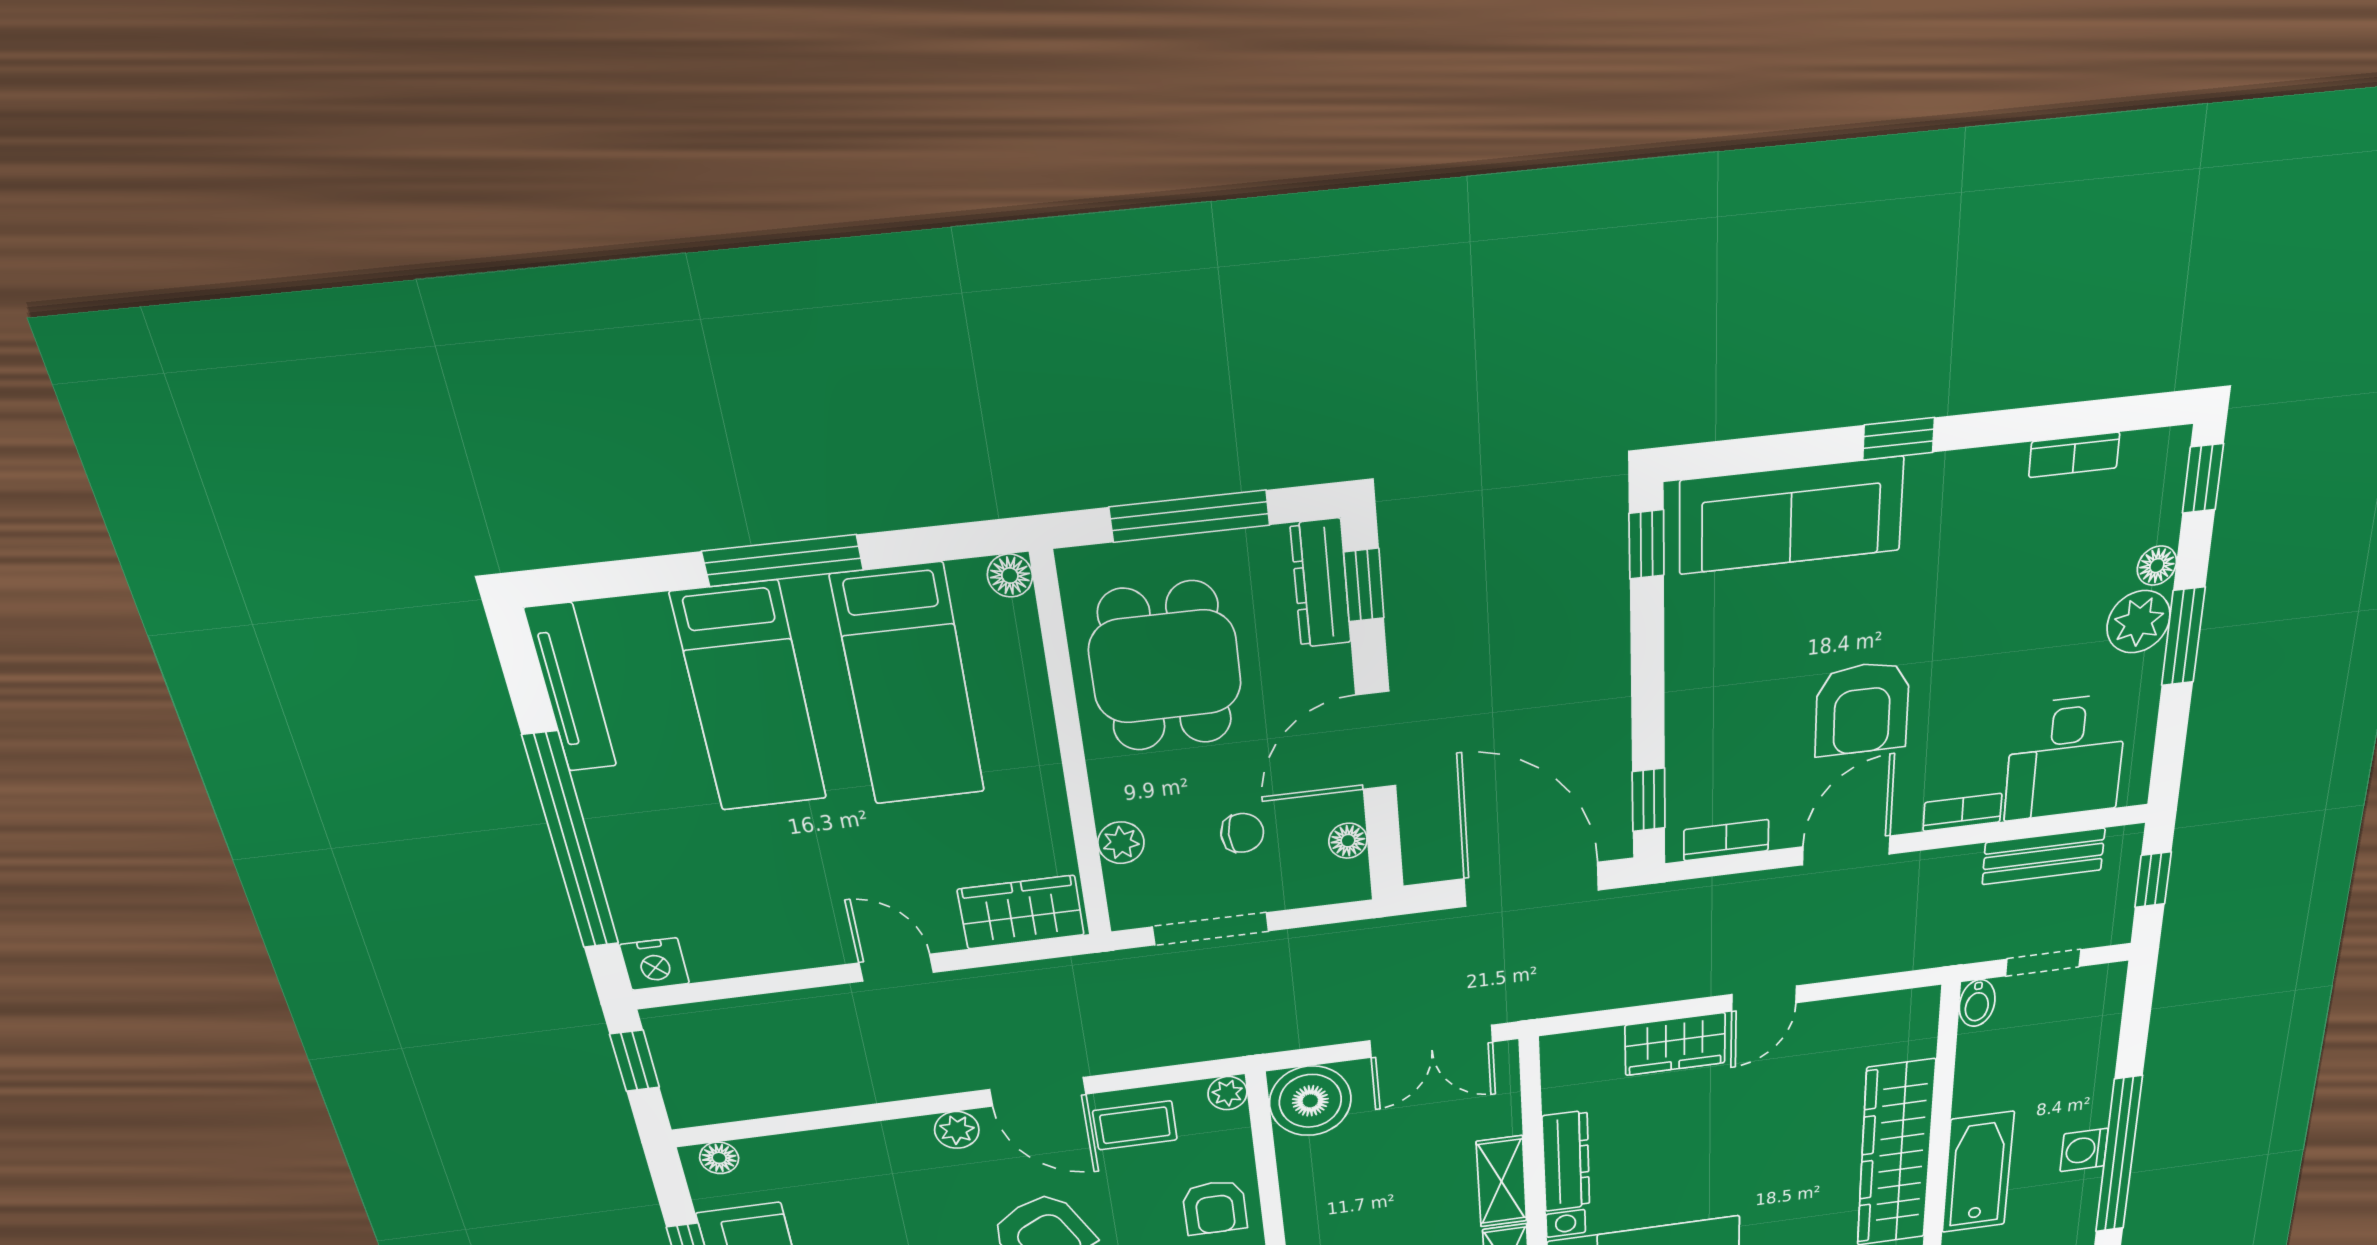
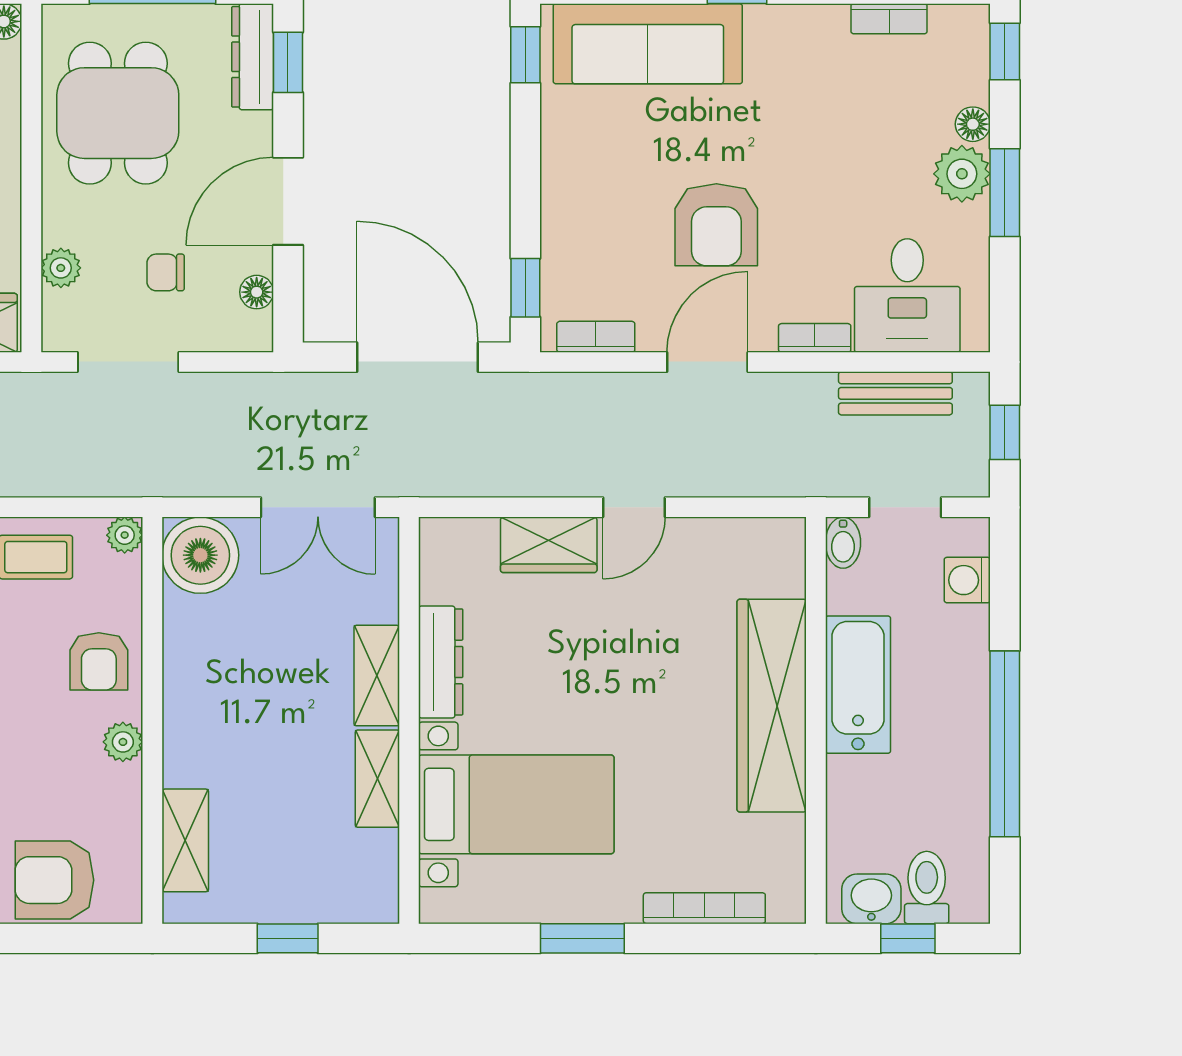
chair: (1242, 833) -> (166, 272), turned 180
washing machine: (2084, 1150) -> (967, 580), moved
bathtub: (1978, 1172) -> (858, 685), moved

